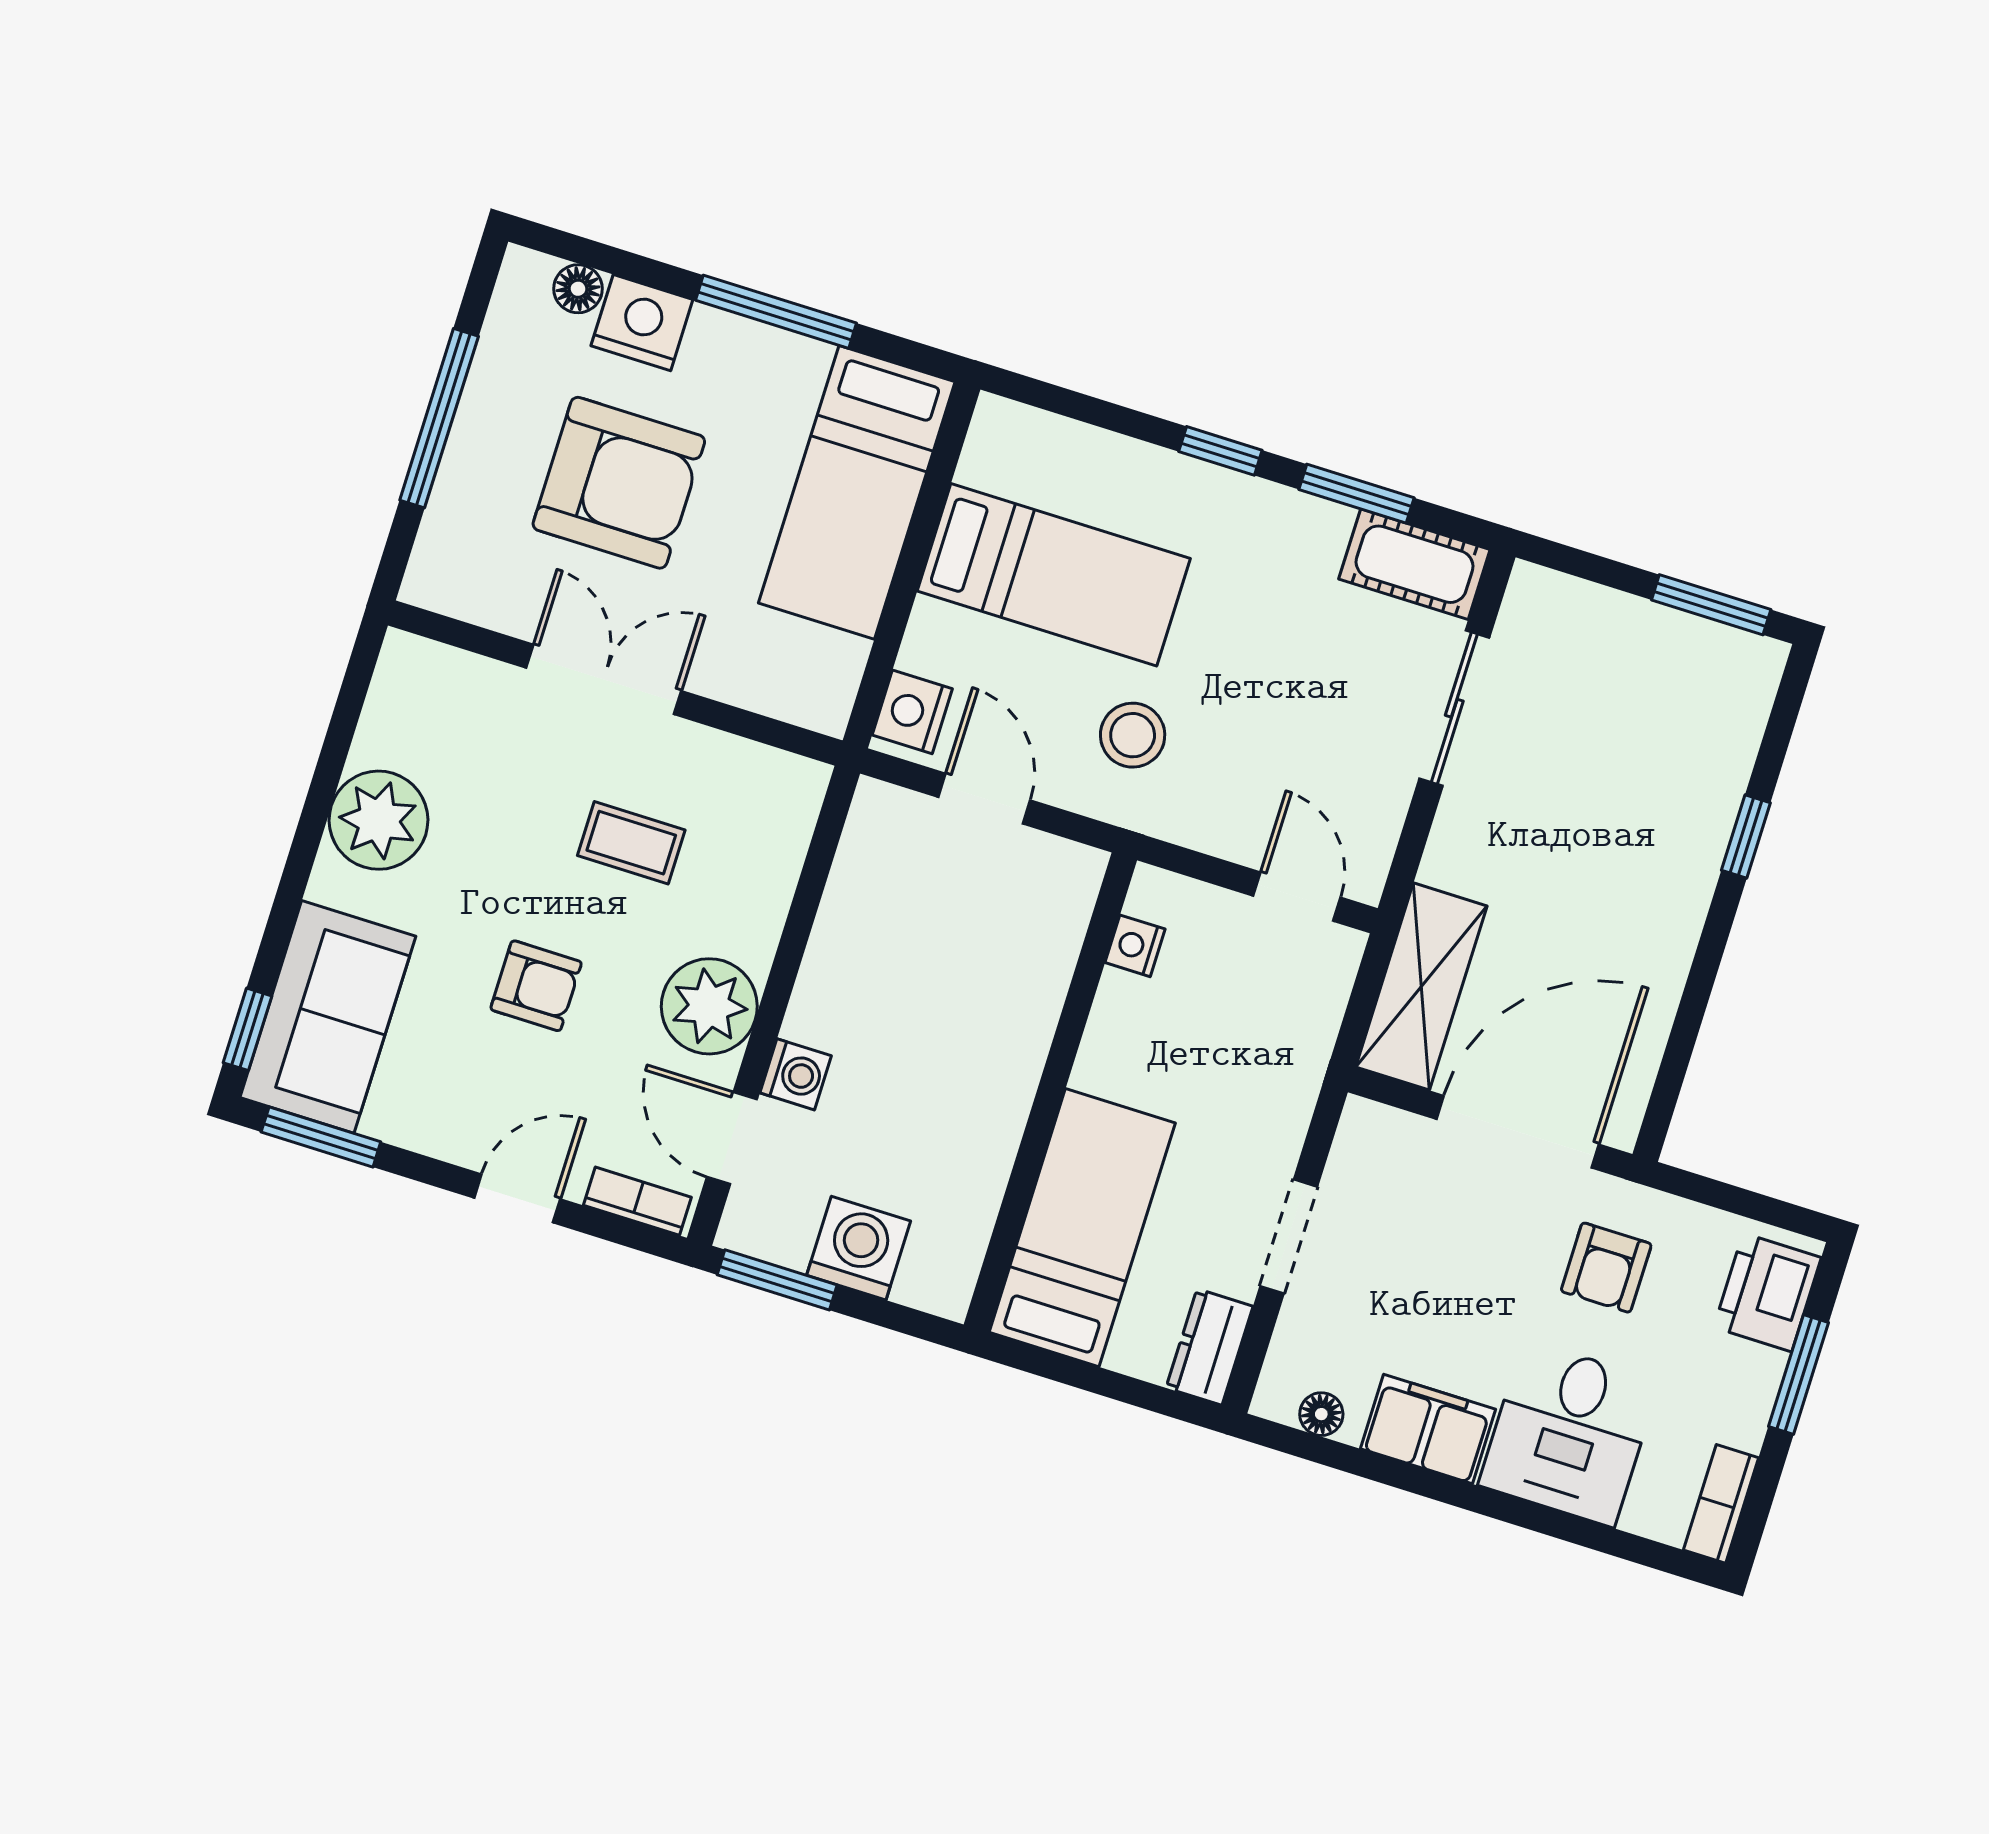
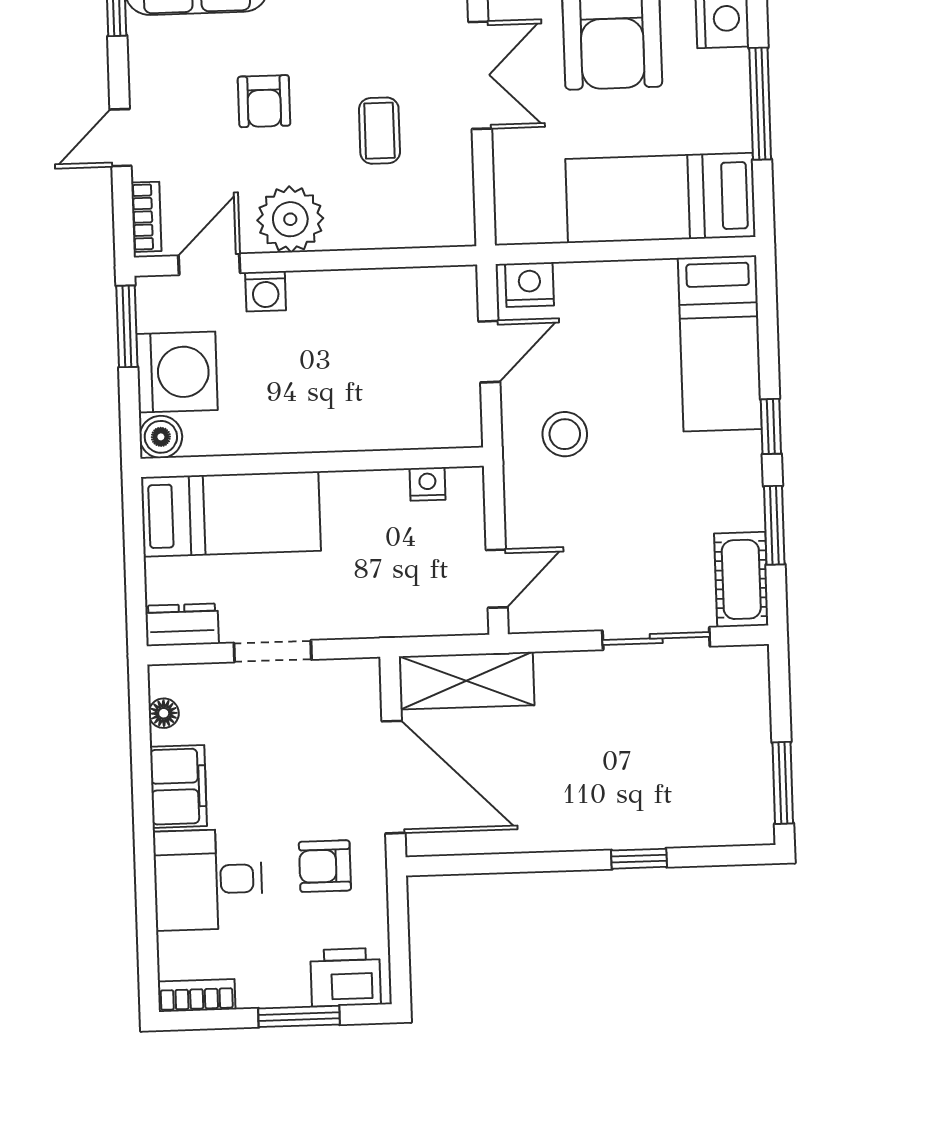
bed: (1054, 575) -> (720, 343), moved
door: (517, 1198) -> (121, 138), swing flipped
washing machine: (859, 1248) -> (177, 372), width x1.37, depth x1.37
boiler: (944, 1286) -> (161, 437), added

